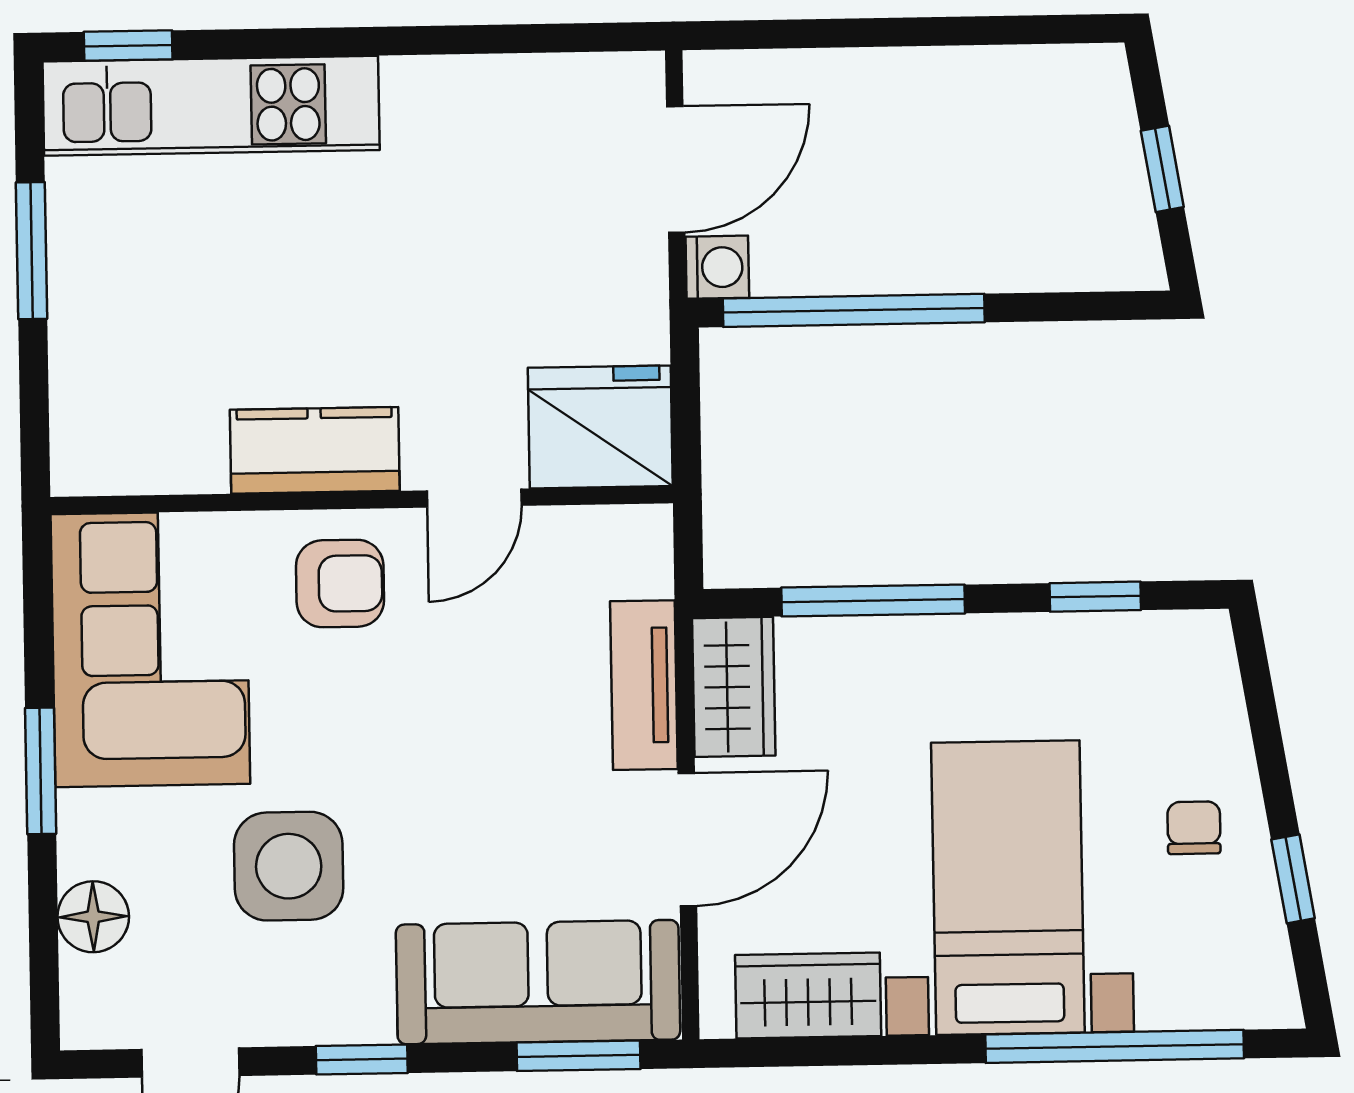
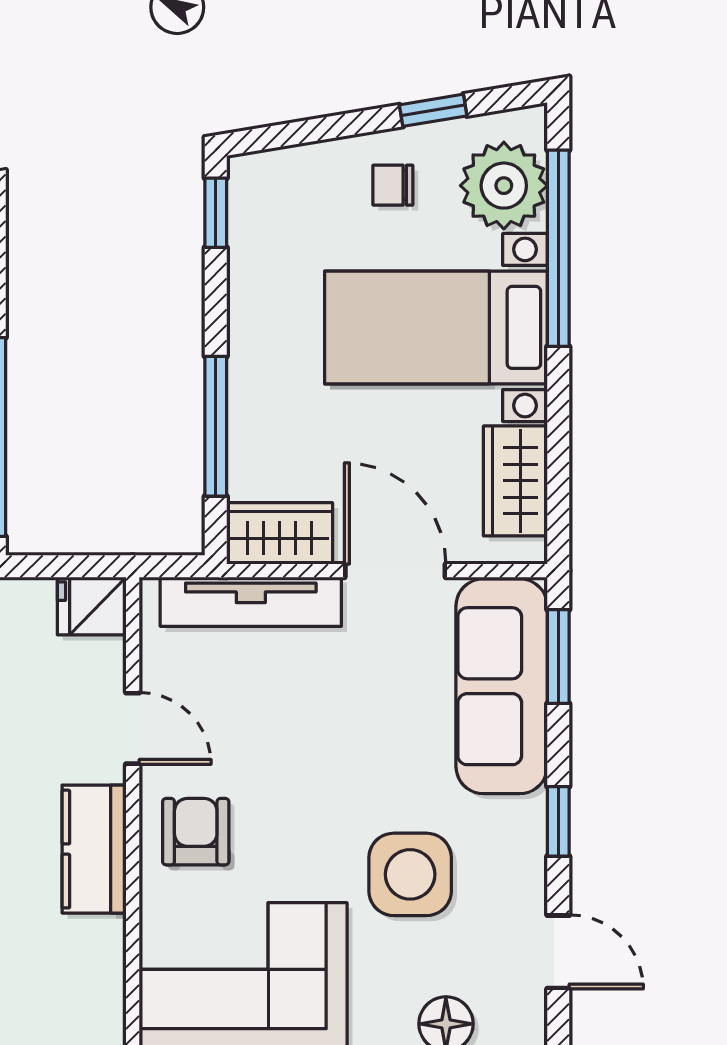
fridge: (600, 427) -> (92, 606), width x0.53, depth x0.75
window: (1095, 597) -> (216, 213), moved
tv unit: (644, 685) -> (251, 602), width x1.41
plant: (1196, 973) -> (504, 186), added

